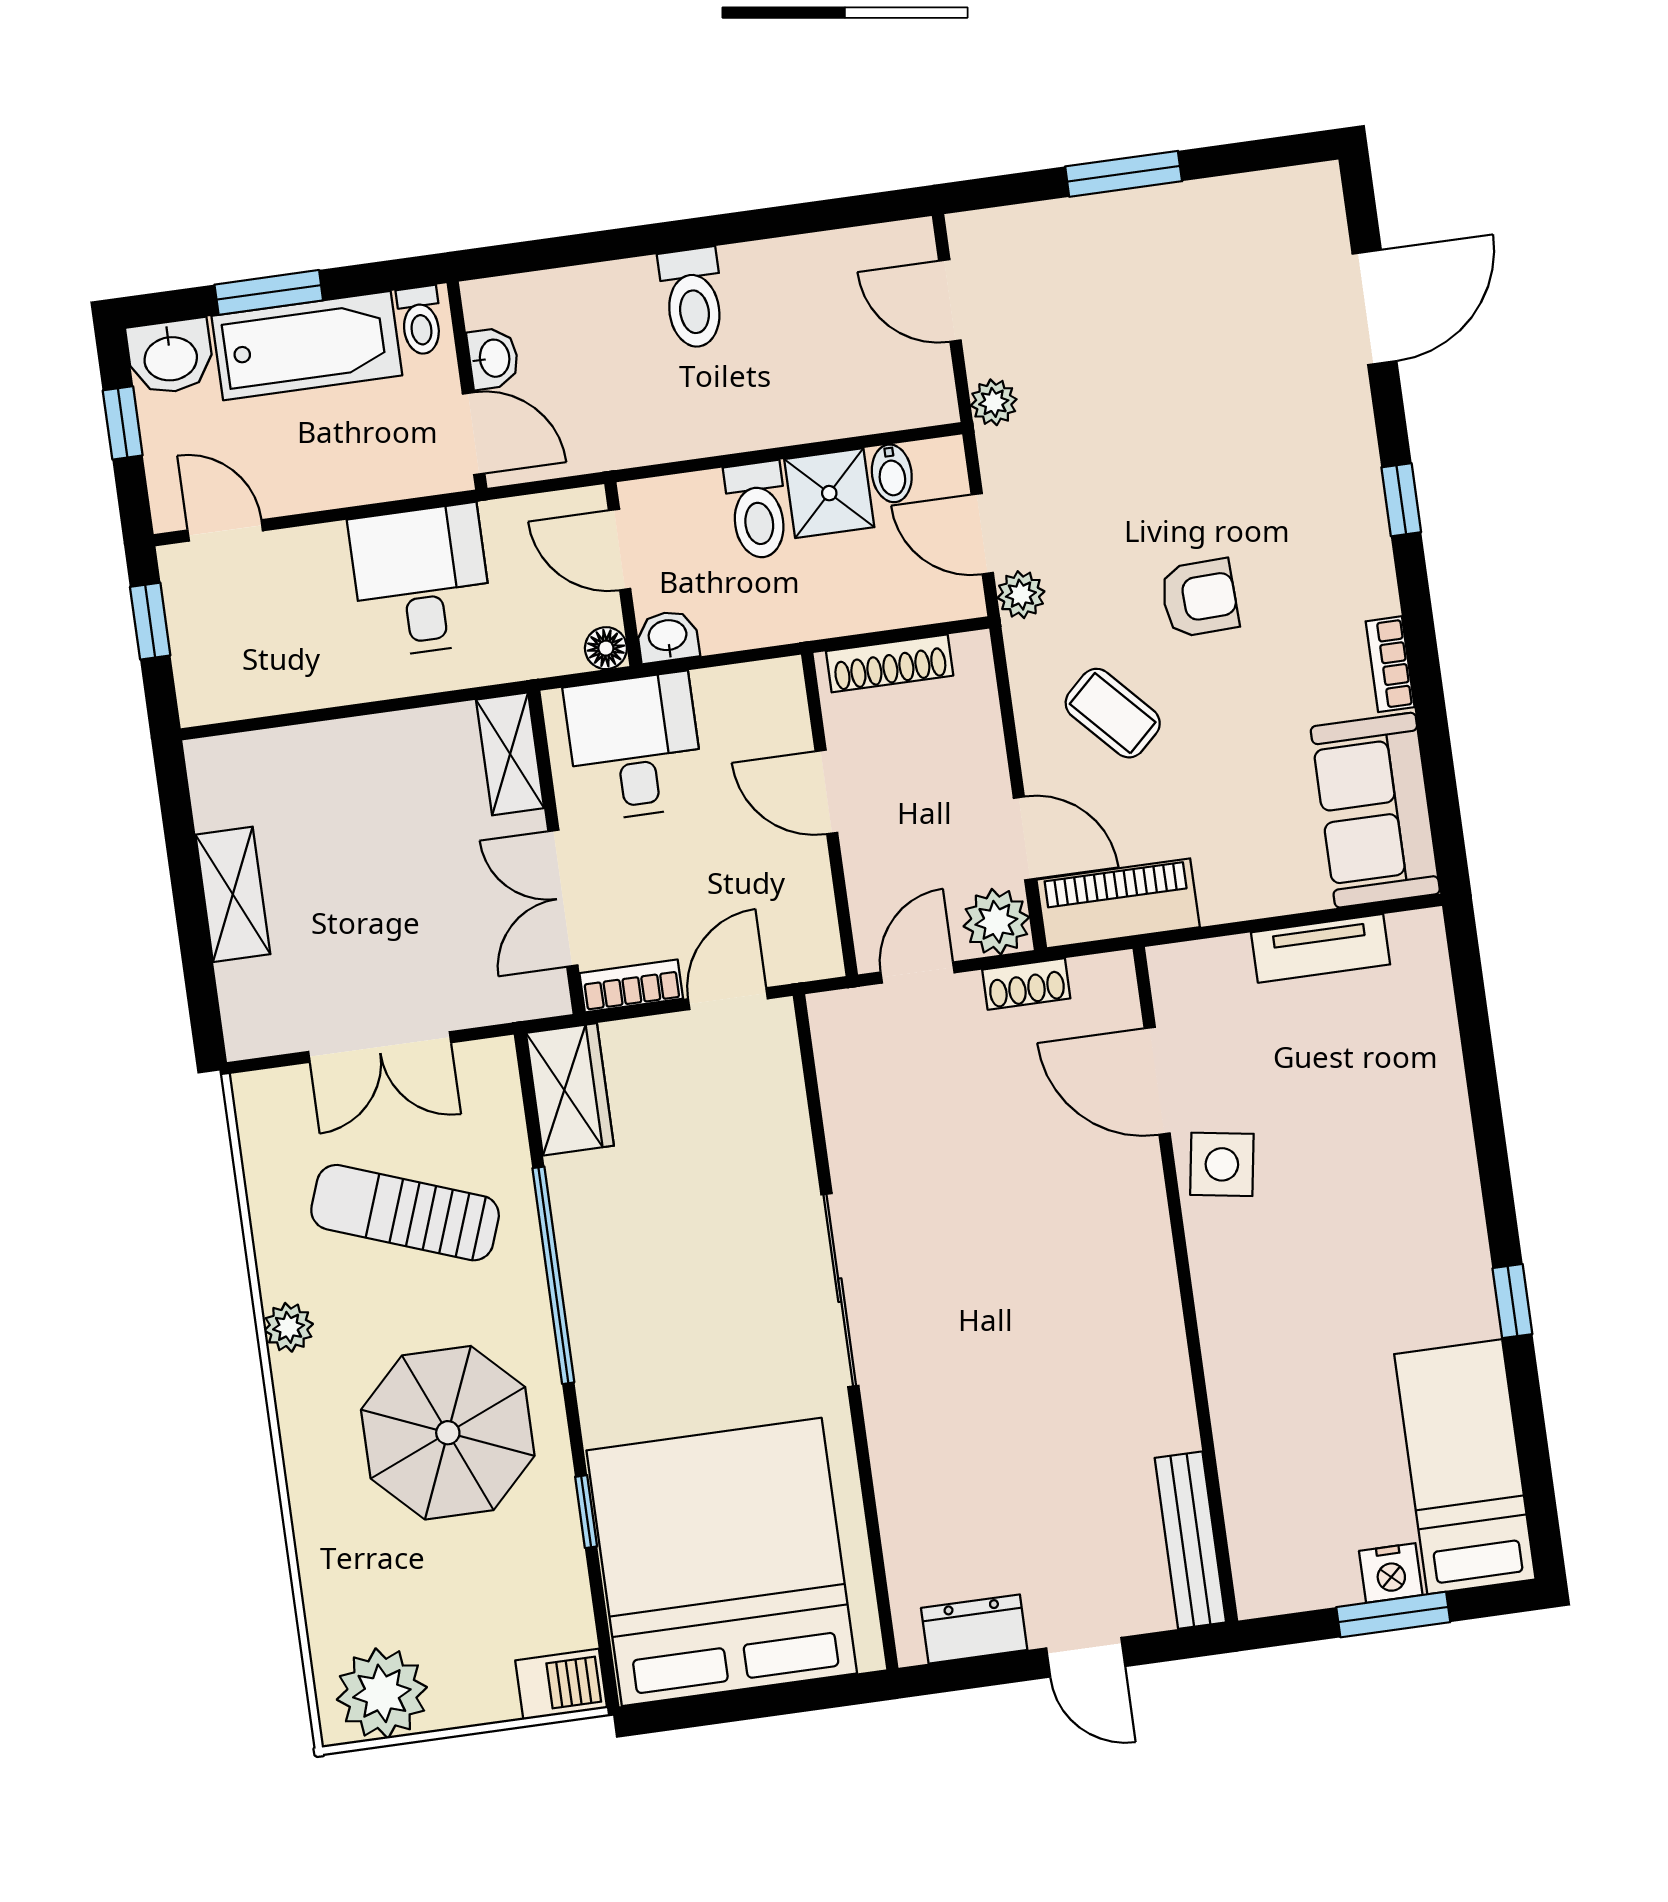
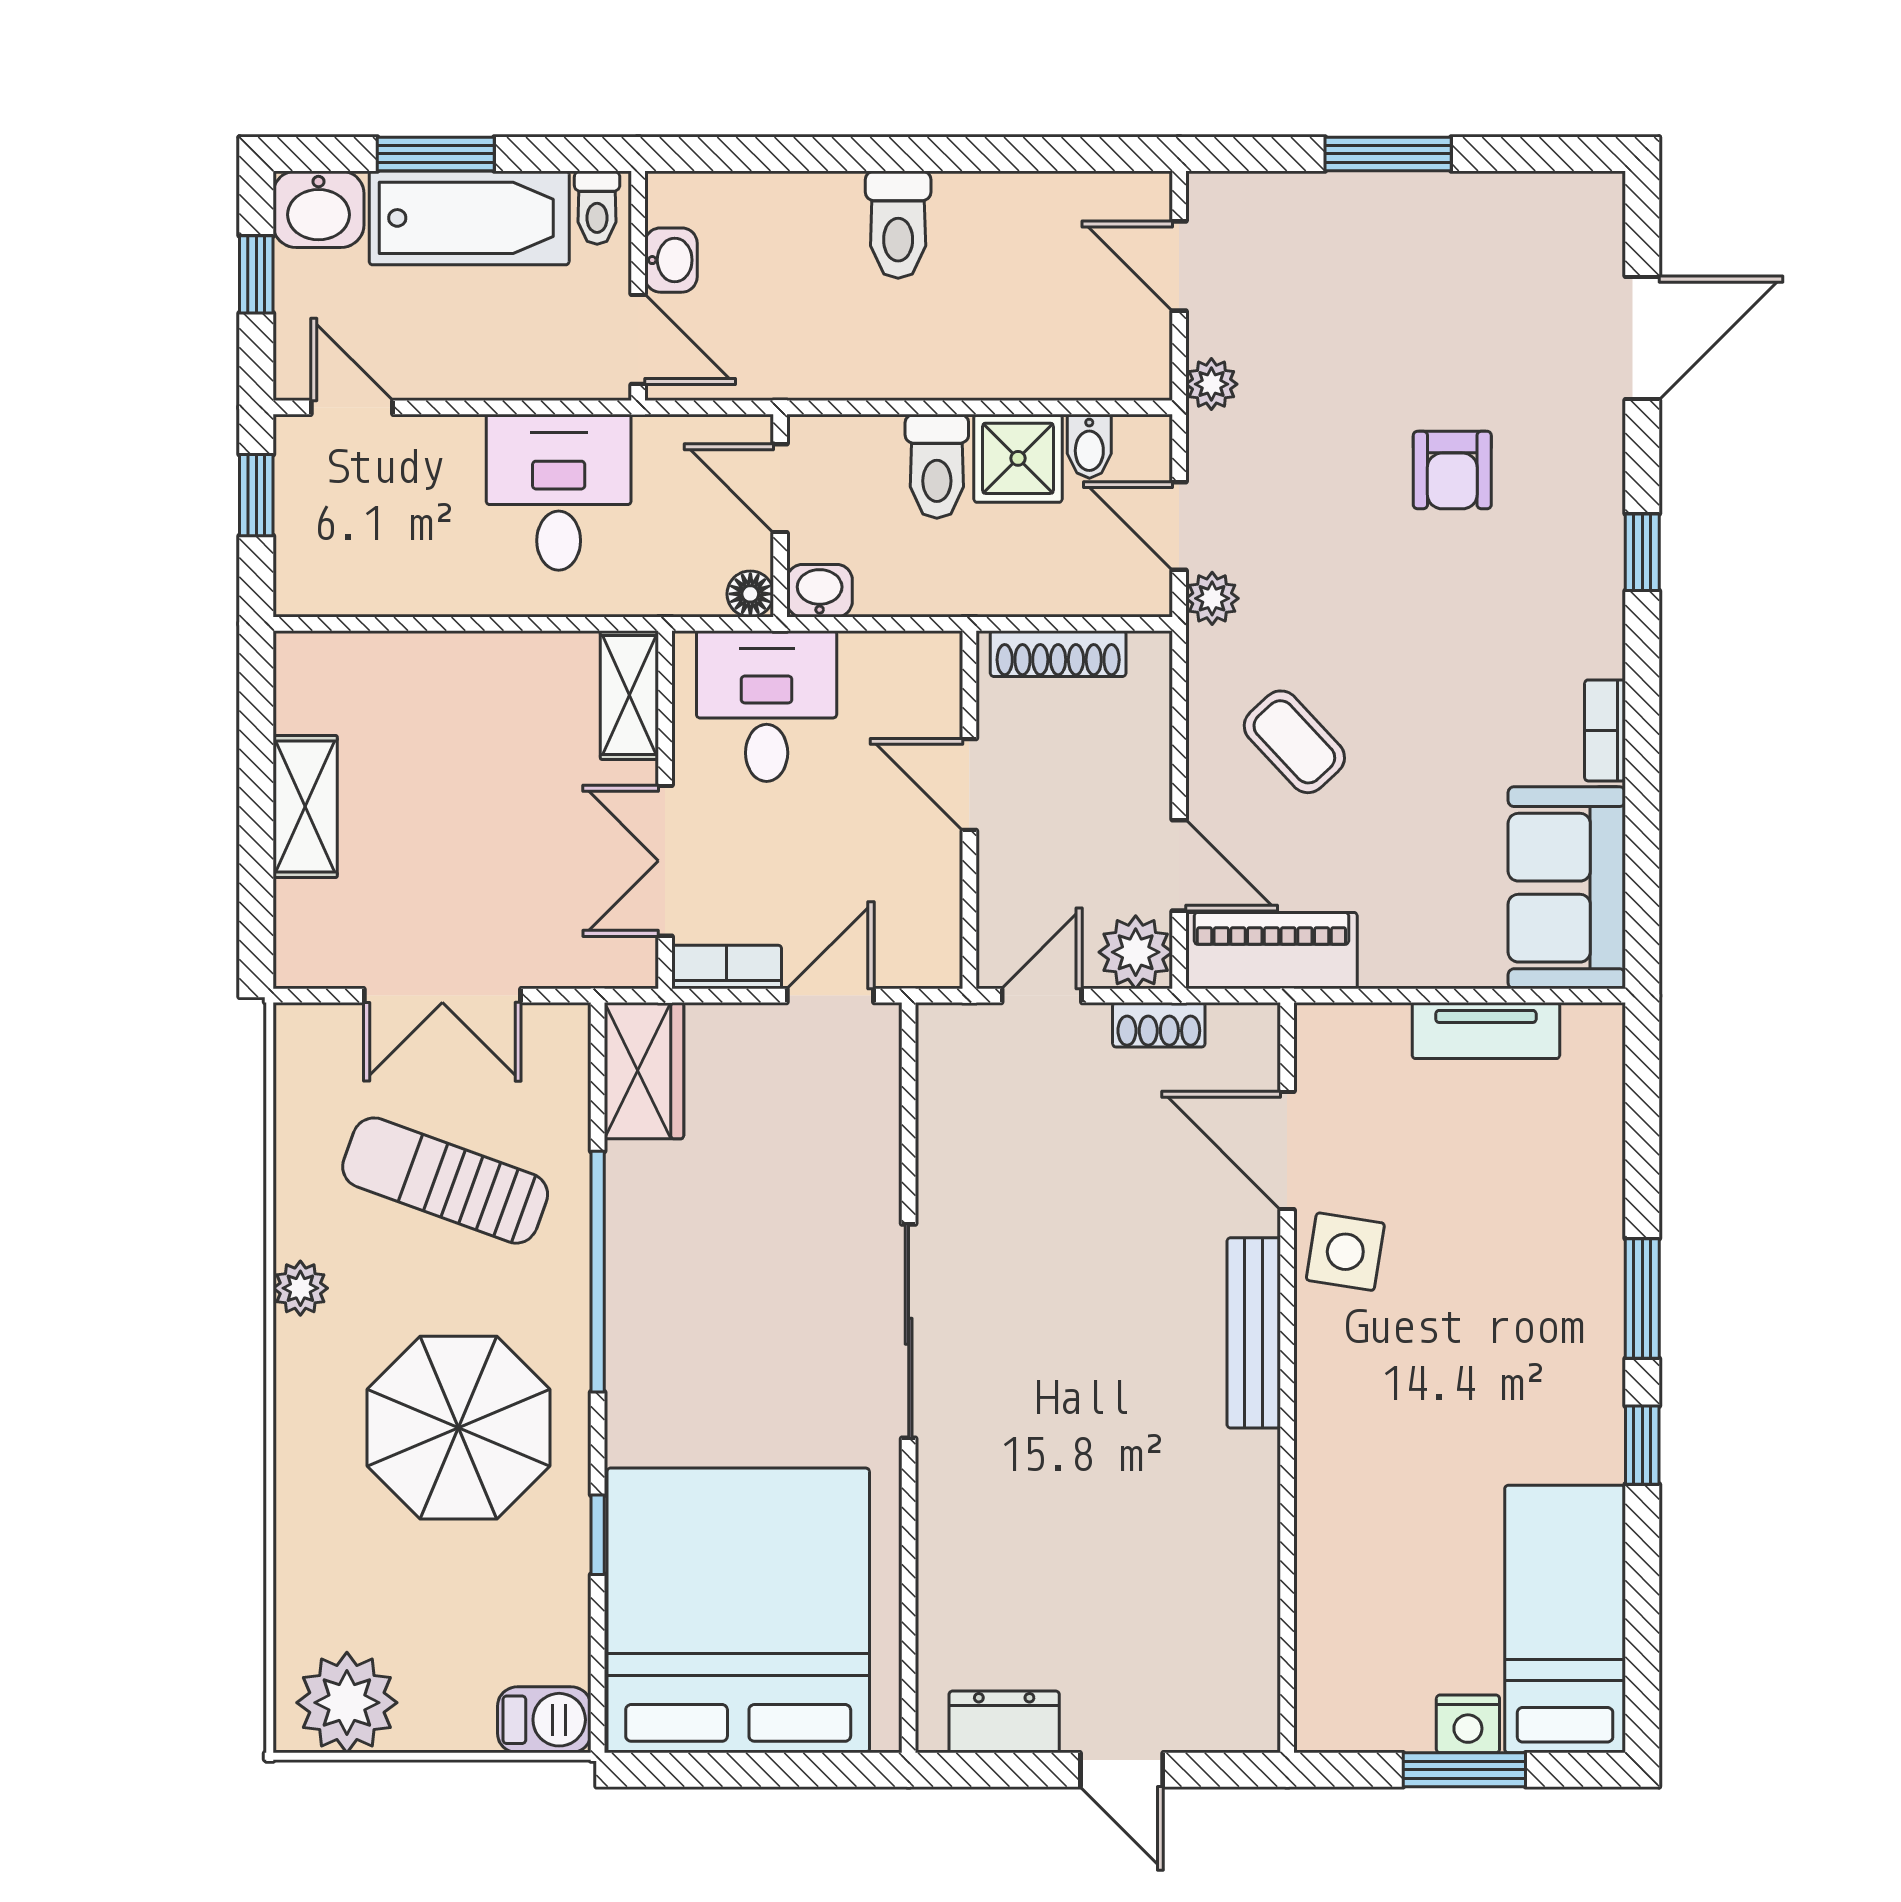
armchair: (1199, 598) -> (1452, 470), moved, turned 92
window: (1494, 1169) -> (1642, 1298), added
bench: (1190, 1540) -> (1254, 1333), moved

